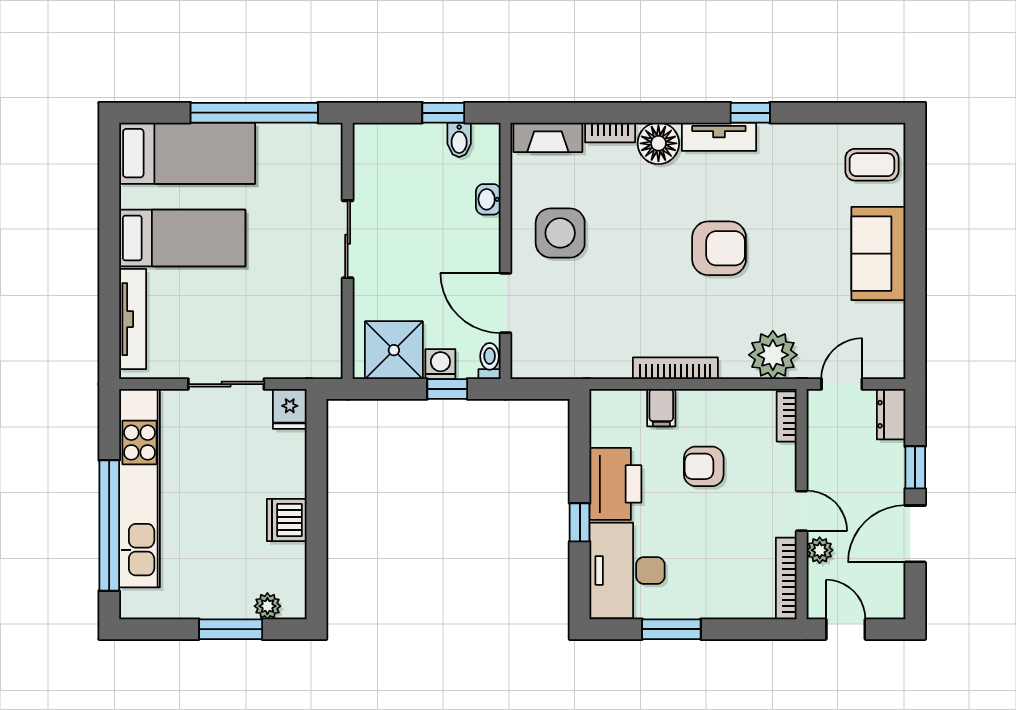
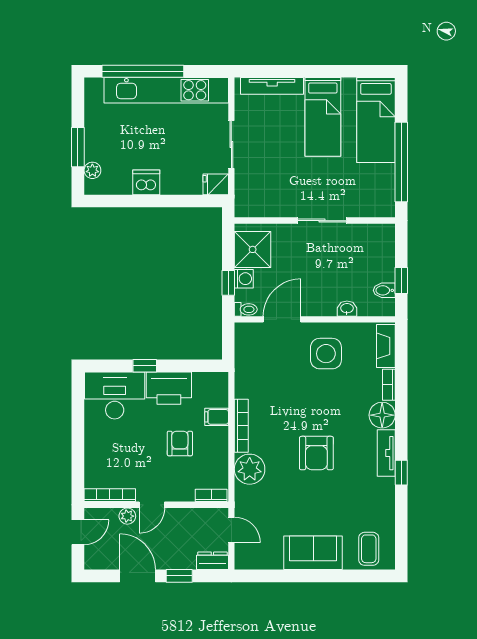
plant: (773, 355) -> (250, 469), moved
window: (671, 629) -> (78, 423), removed

